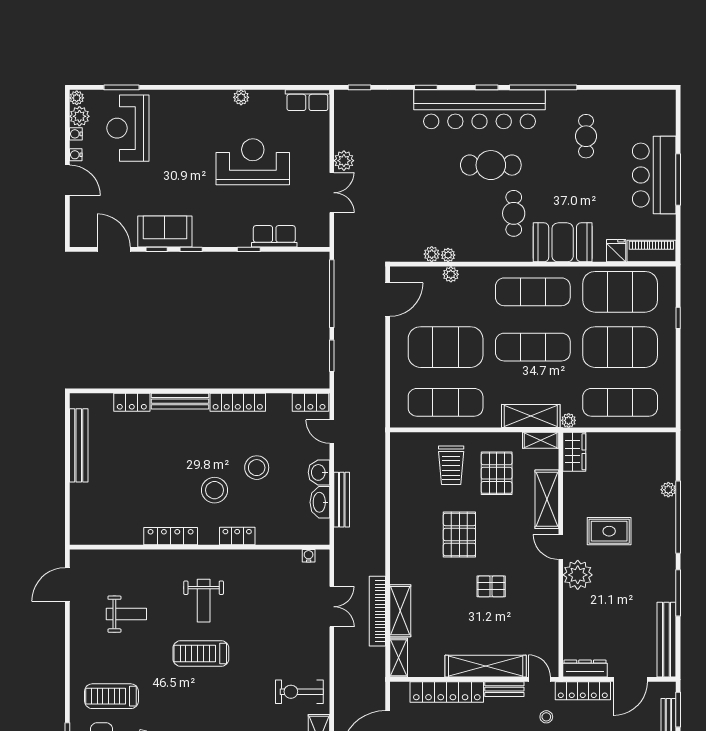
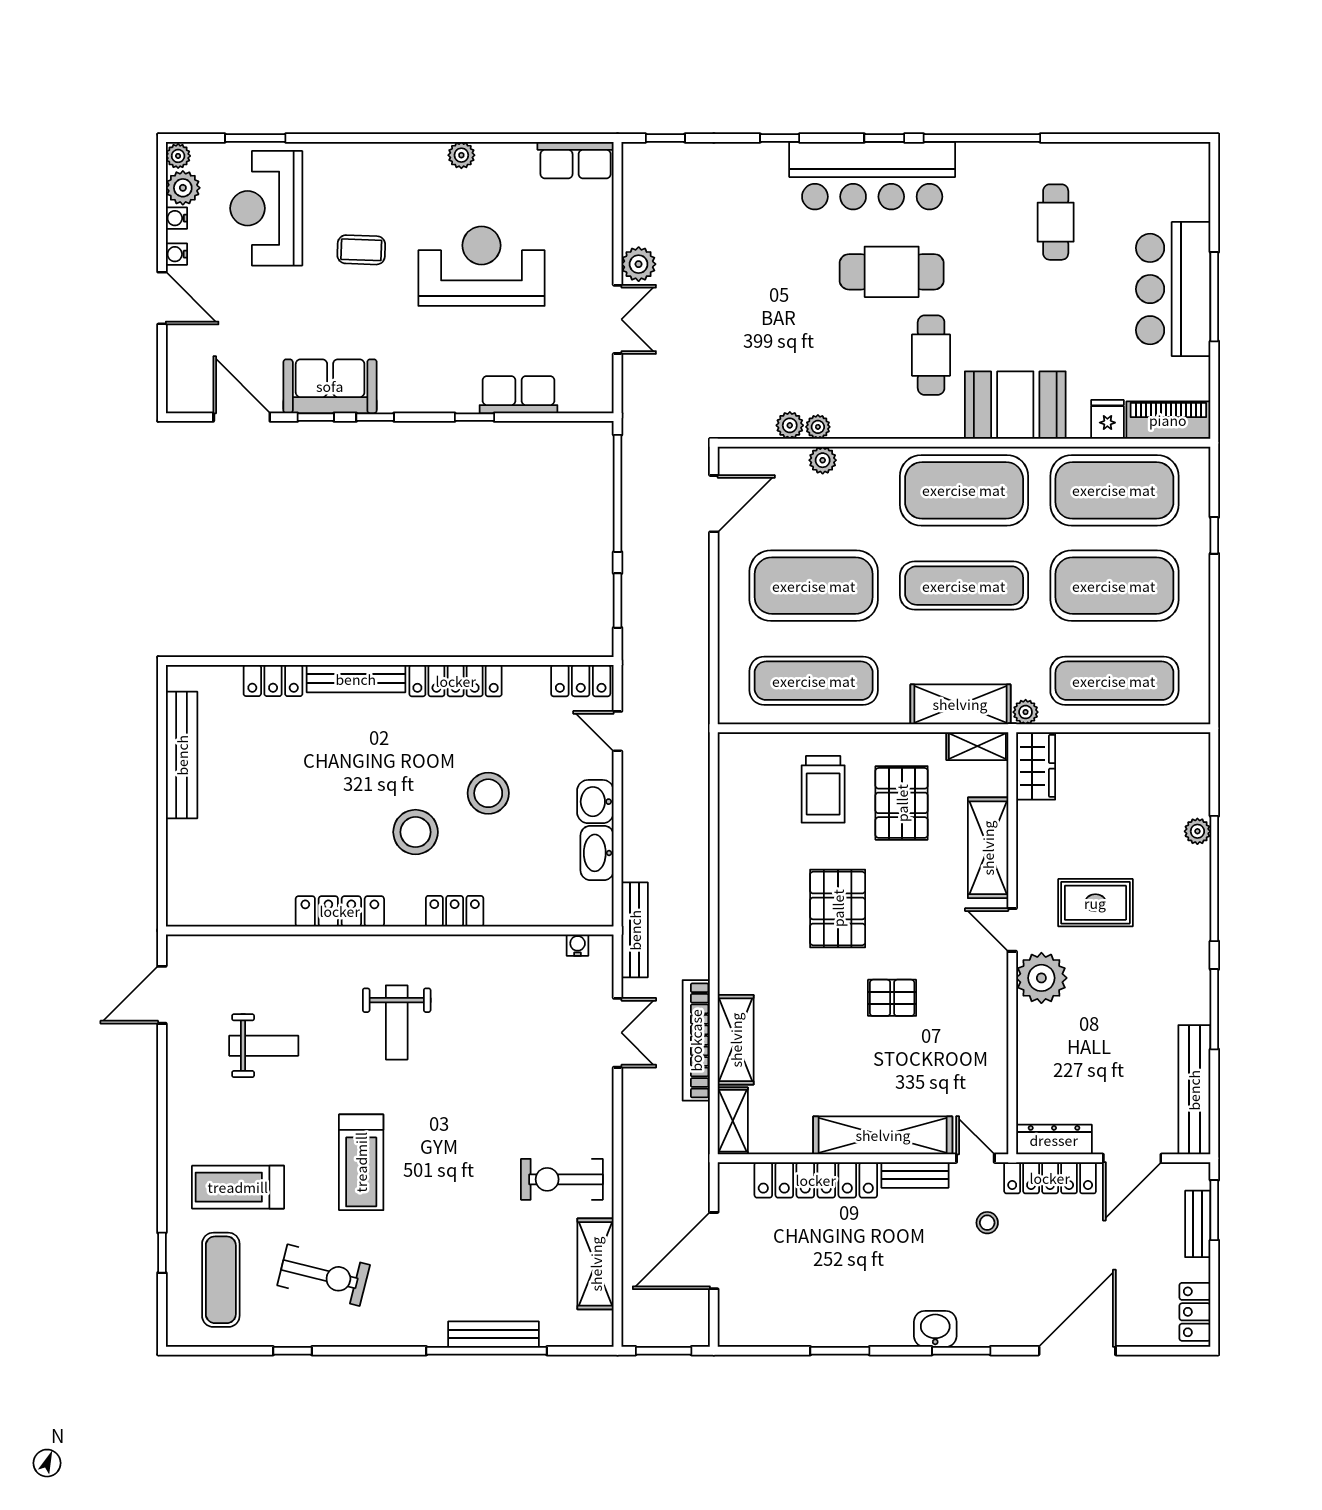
bar counter: (480, 109) -> (872, 176), width x0.73
coffee table: (183, 152) -> (361, 250), added
exercise mat: (533, 292) -> (964, 490), width x1.47
bench: (342, 500) -> (635, 930), moved
treadmill: (201, 654) -> (361, 1162), moved, turned -90

